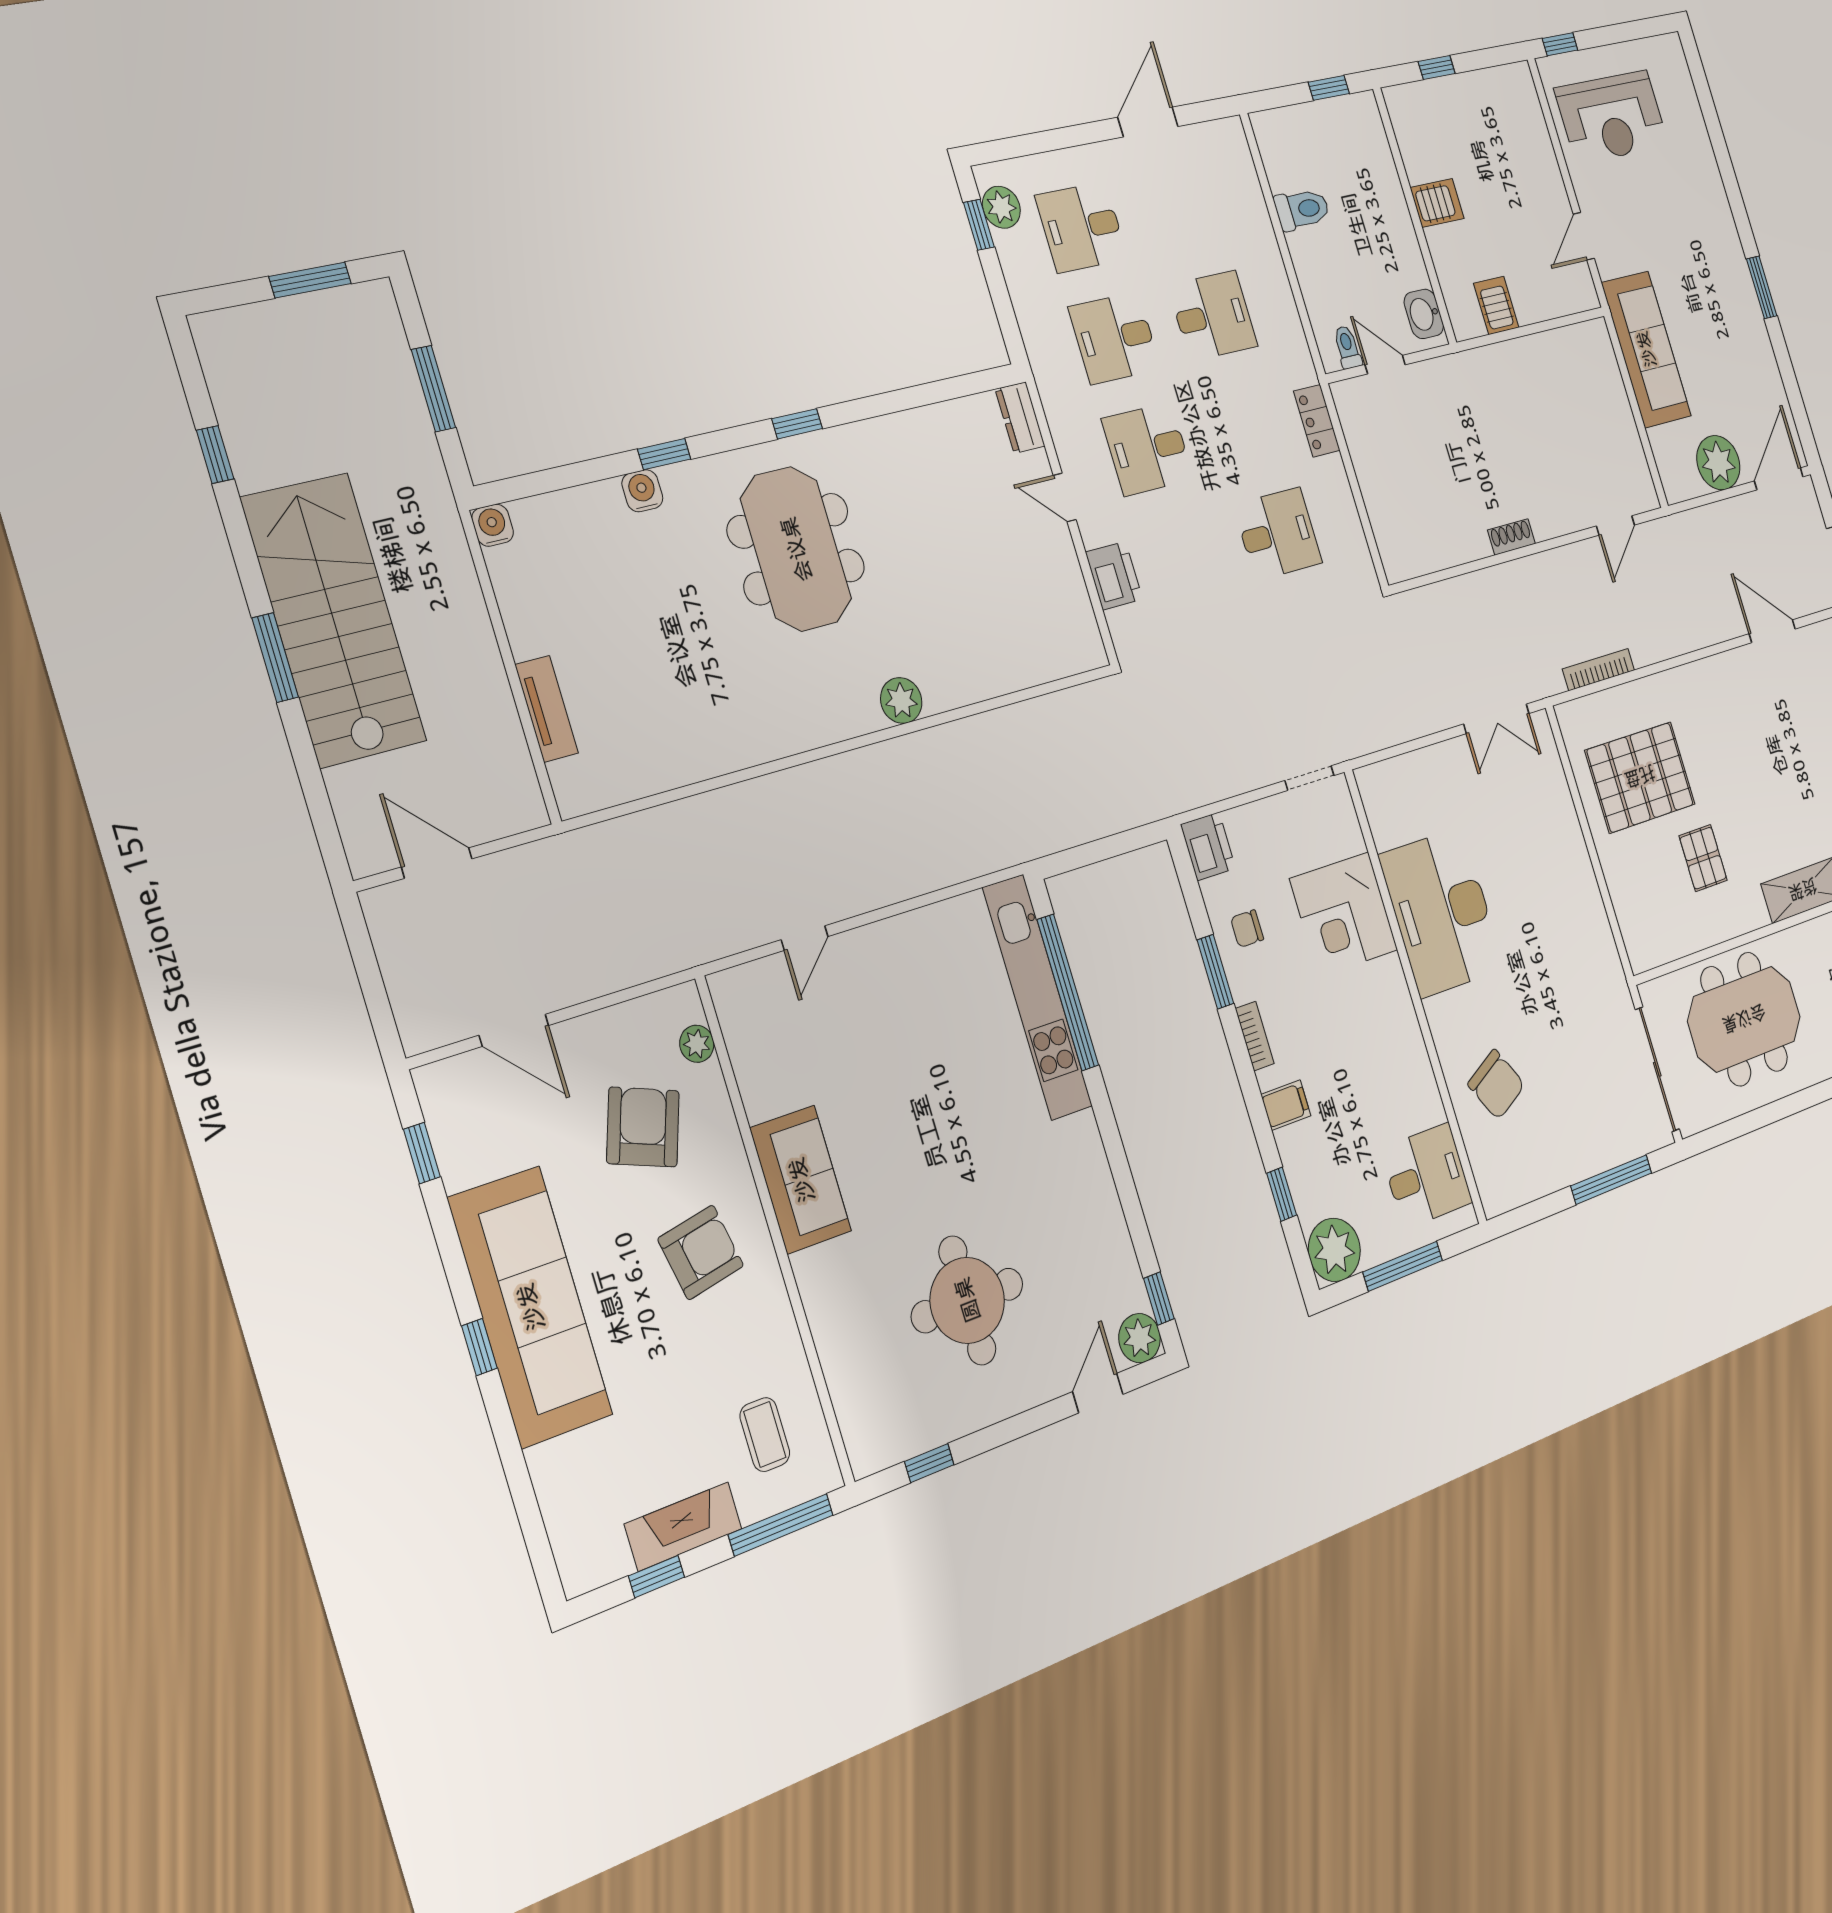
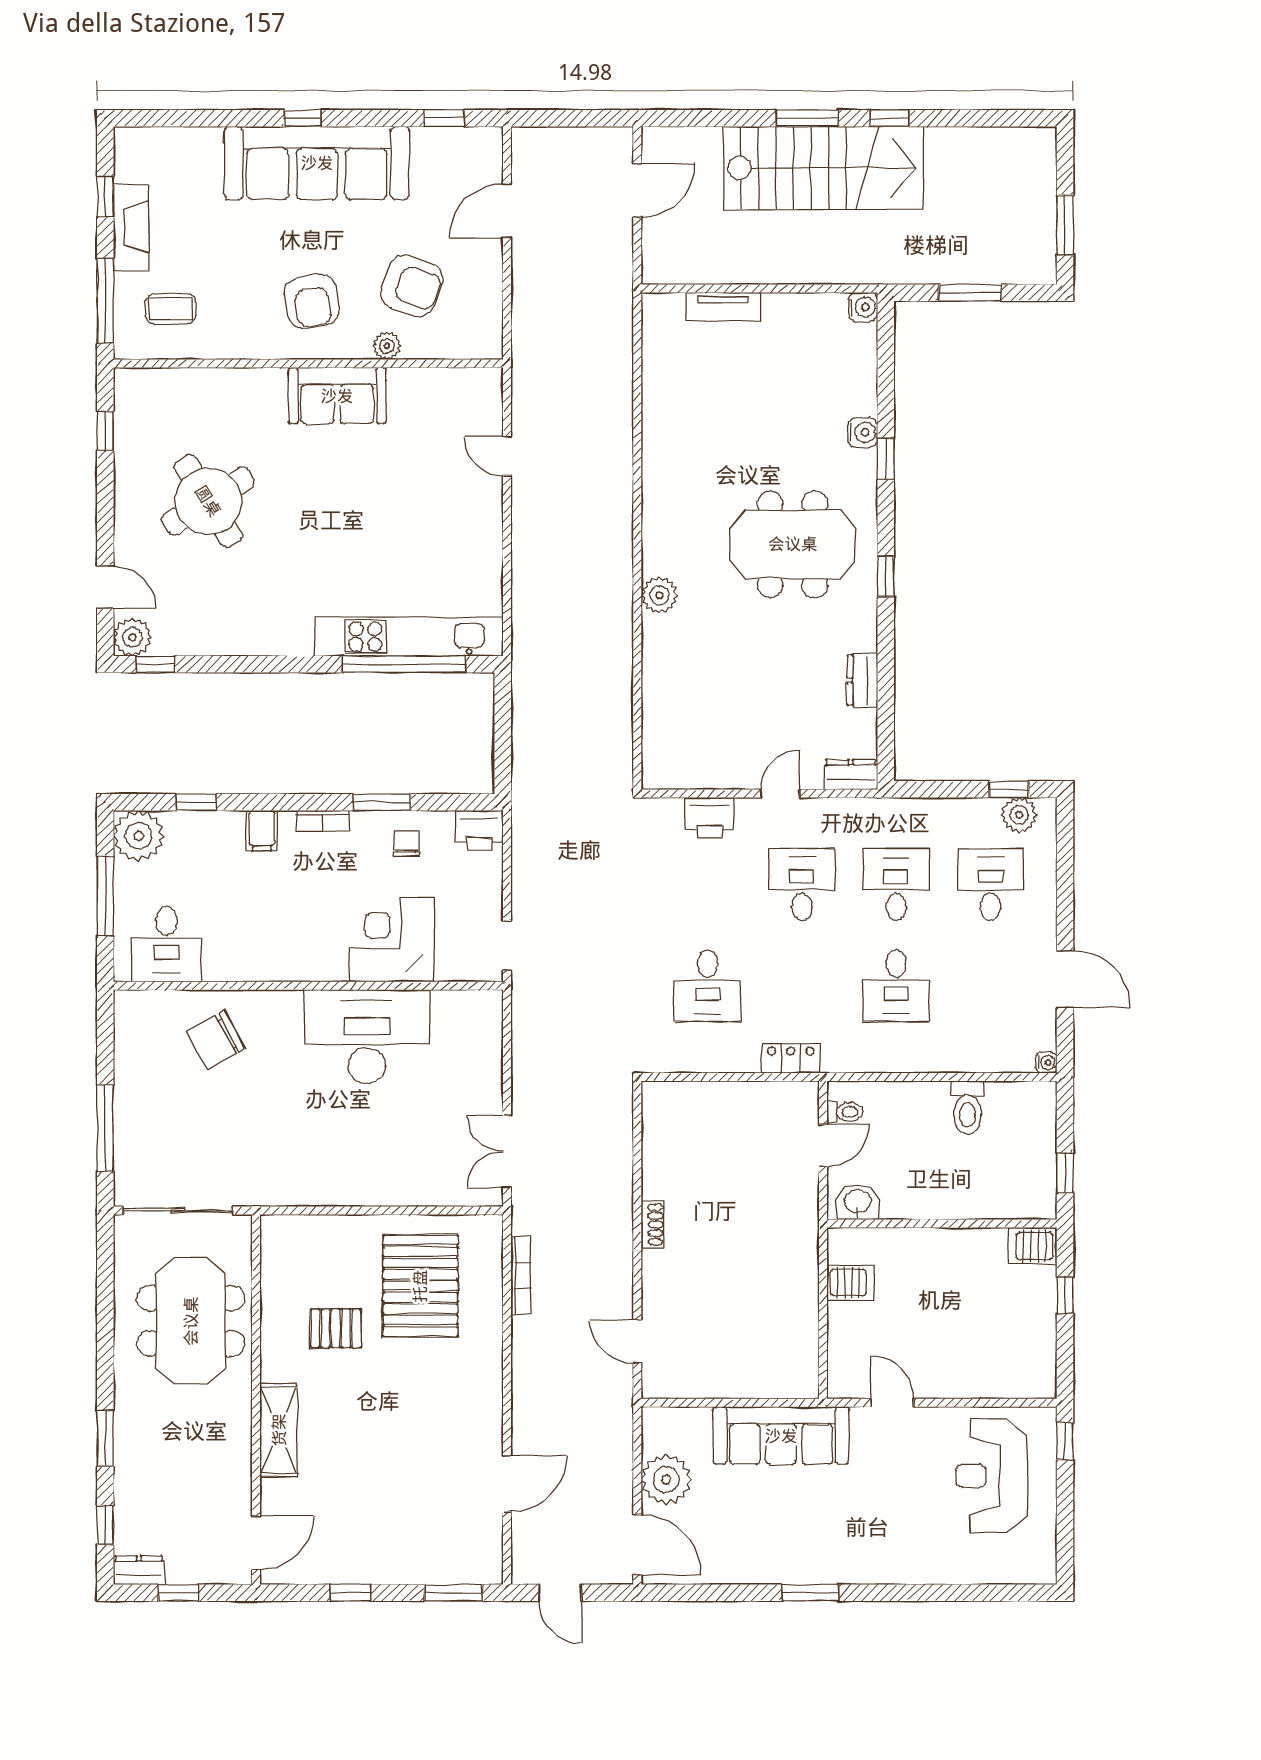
water cooler: (1234, 128) -> (1046, 1062), added
server rack: (1437, 203) -> (1033, 1246), moved, turned 90
dresser: (918, 427) -> (862, 680), added
window: (215, 455) -> (889, 118), moved
plant: (697, 1044) -> (387, 346), moved
round table: (967, 1300) -> (208, 501), turned -32

